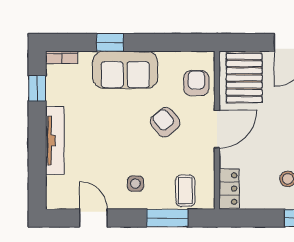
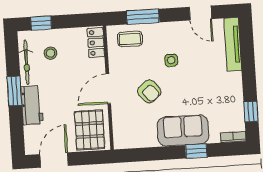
armchair: (196, 83) -> (127, 124), removed
tv unit: (55, 141) -> (233, 44), moved
side table: (135, 184) -> (171, 60), moved
coffee table: (185, 191) -> (130, 39), turned 90

